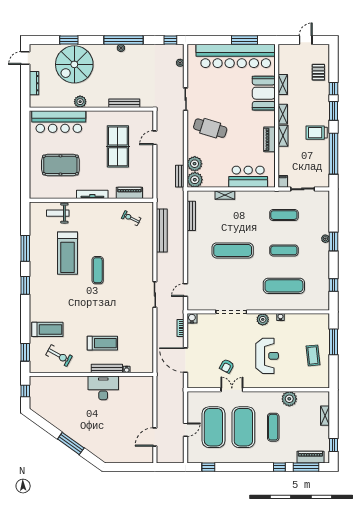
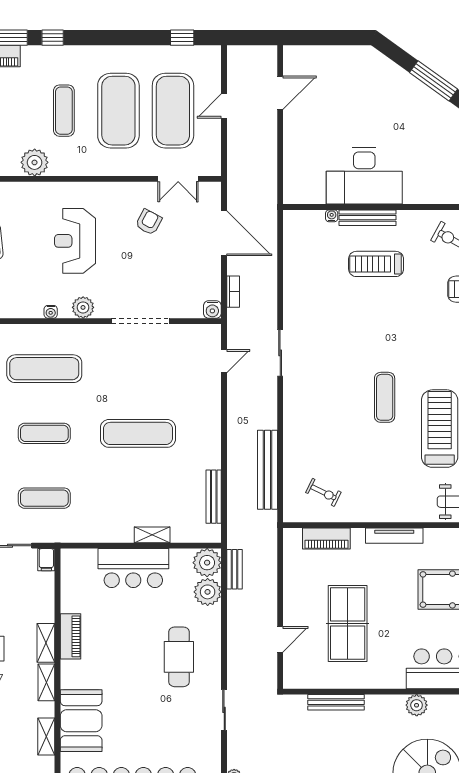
cafe table: (210, 128) -> (179, 657), turned 73
bar counter: (248, 177) -> (133, 568), moved
desk: (103, 388) -> (364, 176), width x1.36, depth x1.30
double door: (232, 390) -> (178, 179), moved

